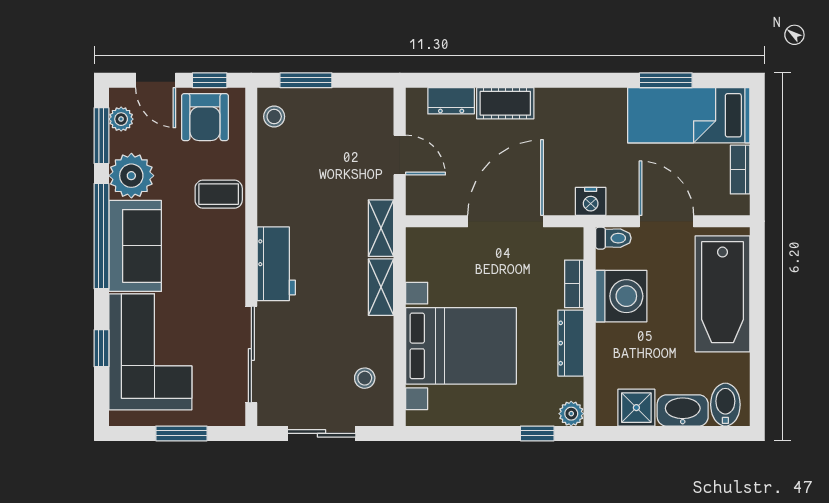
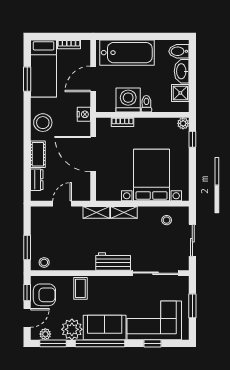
stool: (573, 114) -> (43, 123), added
toilet: (613, 238) -> (146, 104), moved
dresser: (571, 343) -> (150, 124), removed

